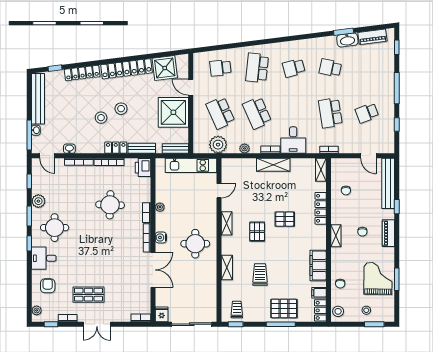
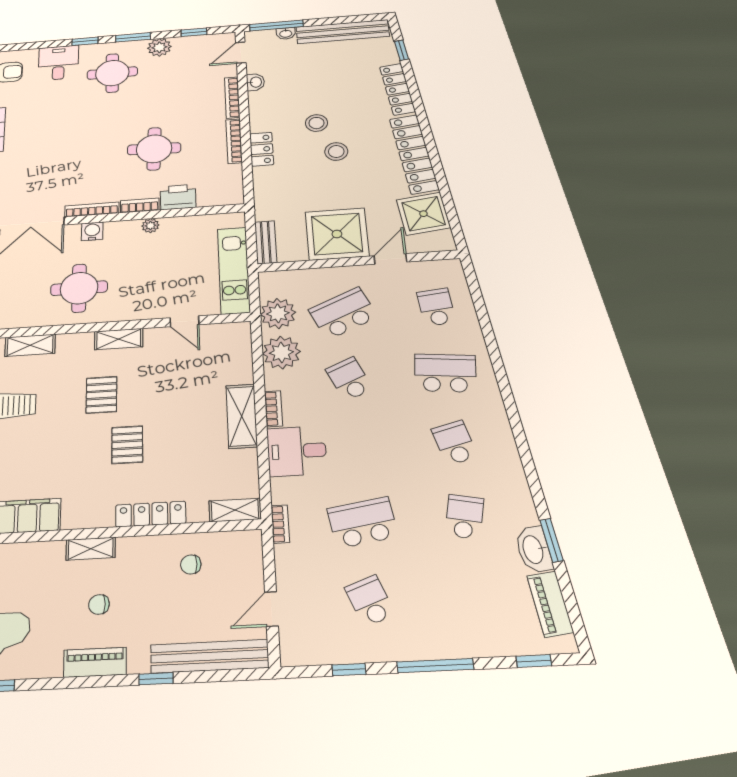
school desk: (257, 113) -> (349, 379), width x0.54
bench: (142, 148) -> (263, 189), removed
plant: (245, 148) -> (281, 353), width x1.88, depth x1.88
printer: (143, 168) -> (178, 197), moved
pallet: (257, 232) -> (101, 395), turned 90

